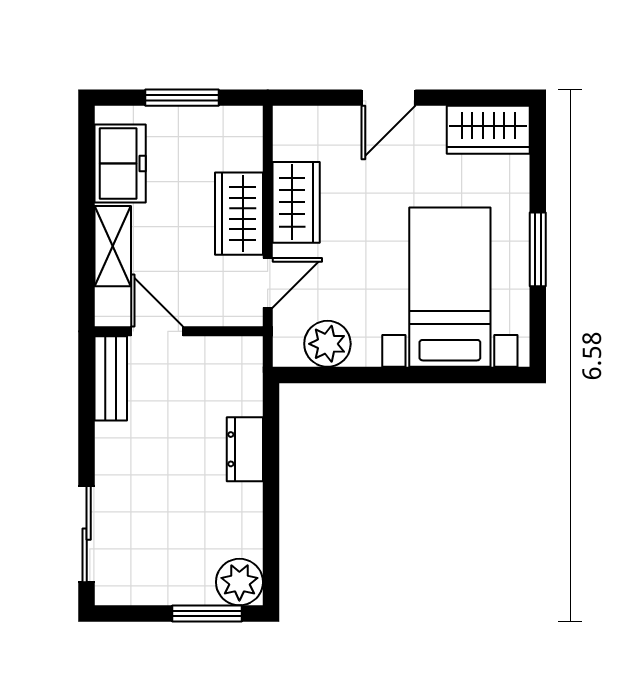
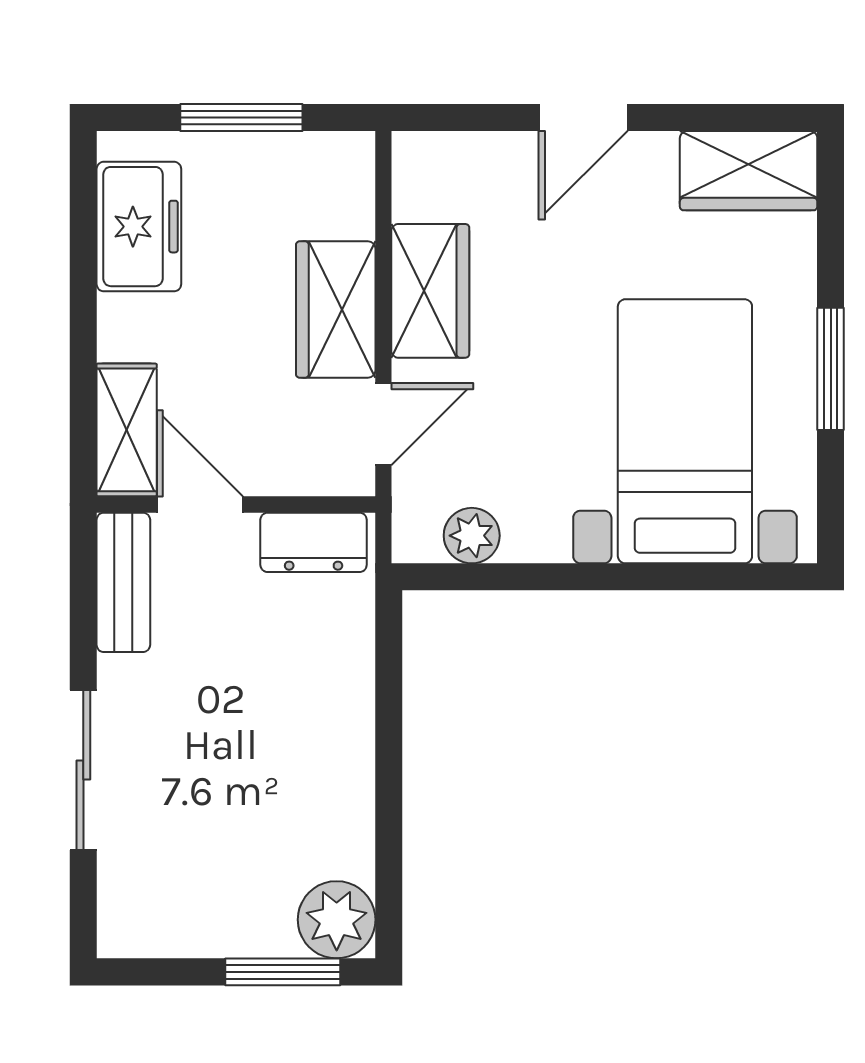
shelving: (113, 246) -> (127, 430), moved
plant: (327, 344) -> (472, 536), width x0.73, depth x0.73
dresser: (245, 449) -> (314, 542), moved, turned -90
sliding door: (87, 534) -> (83, 770), moved

